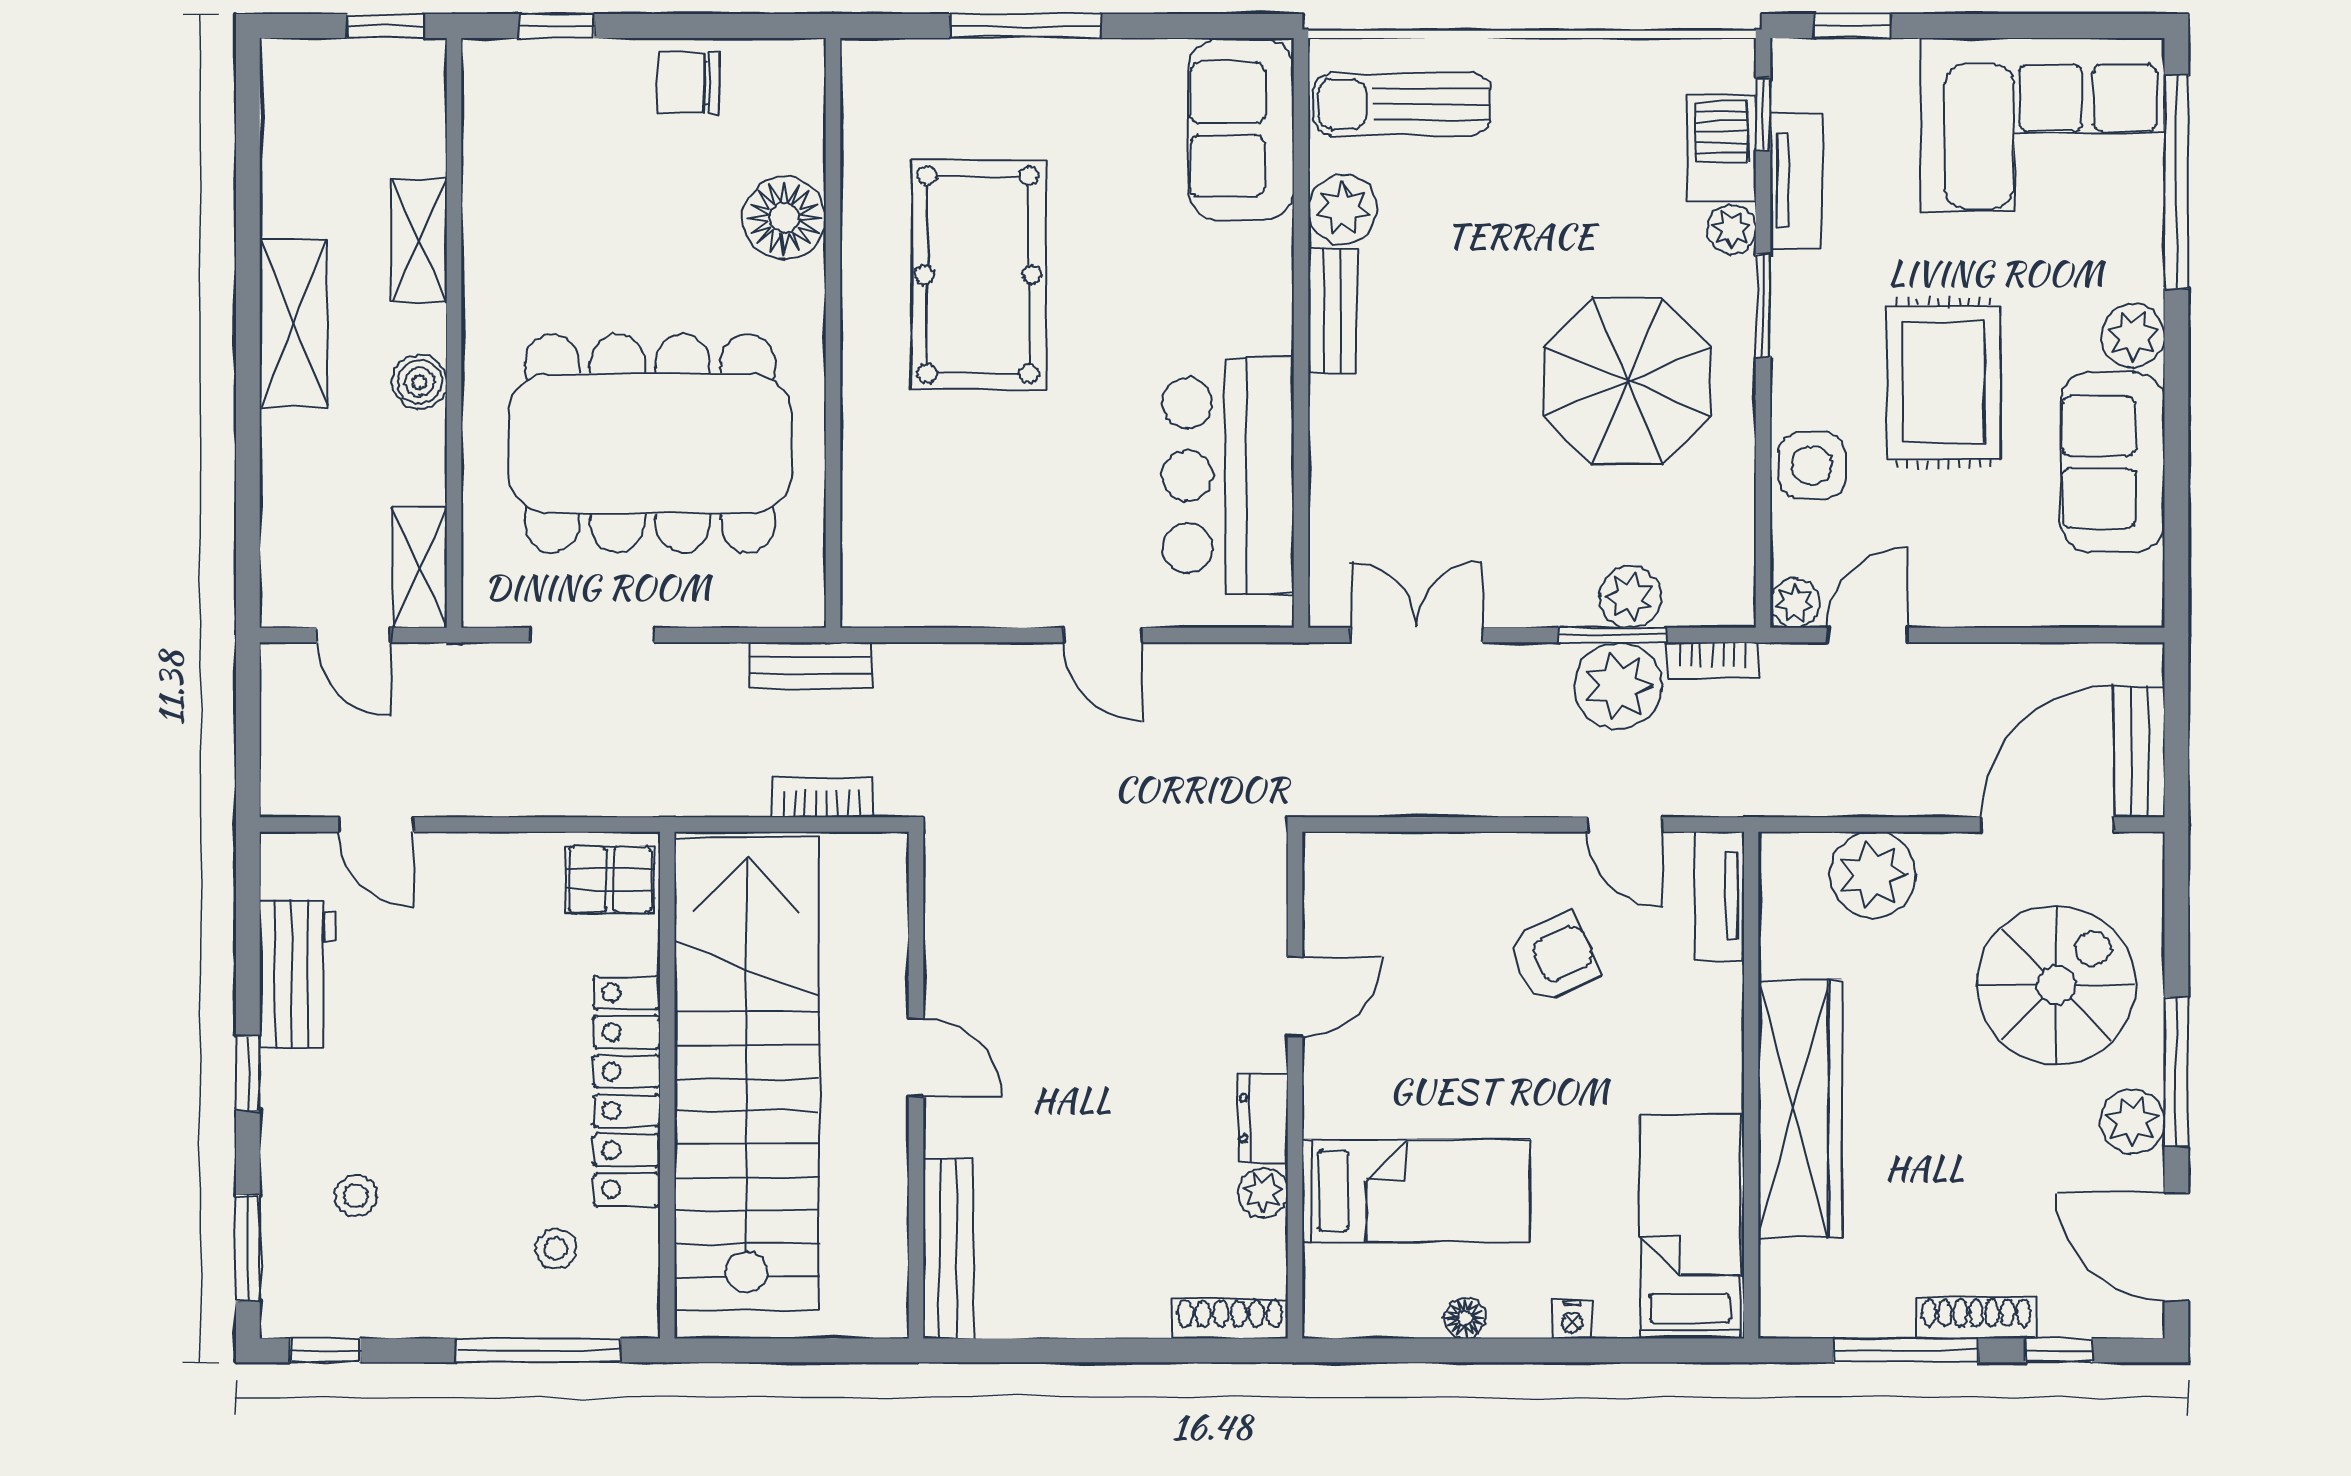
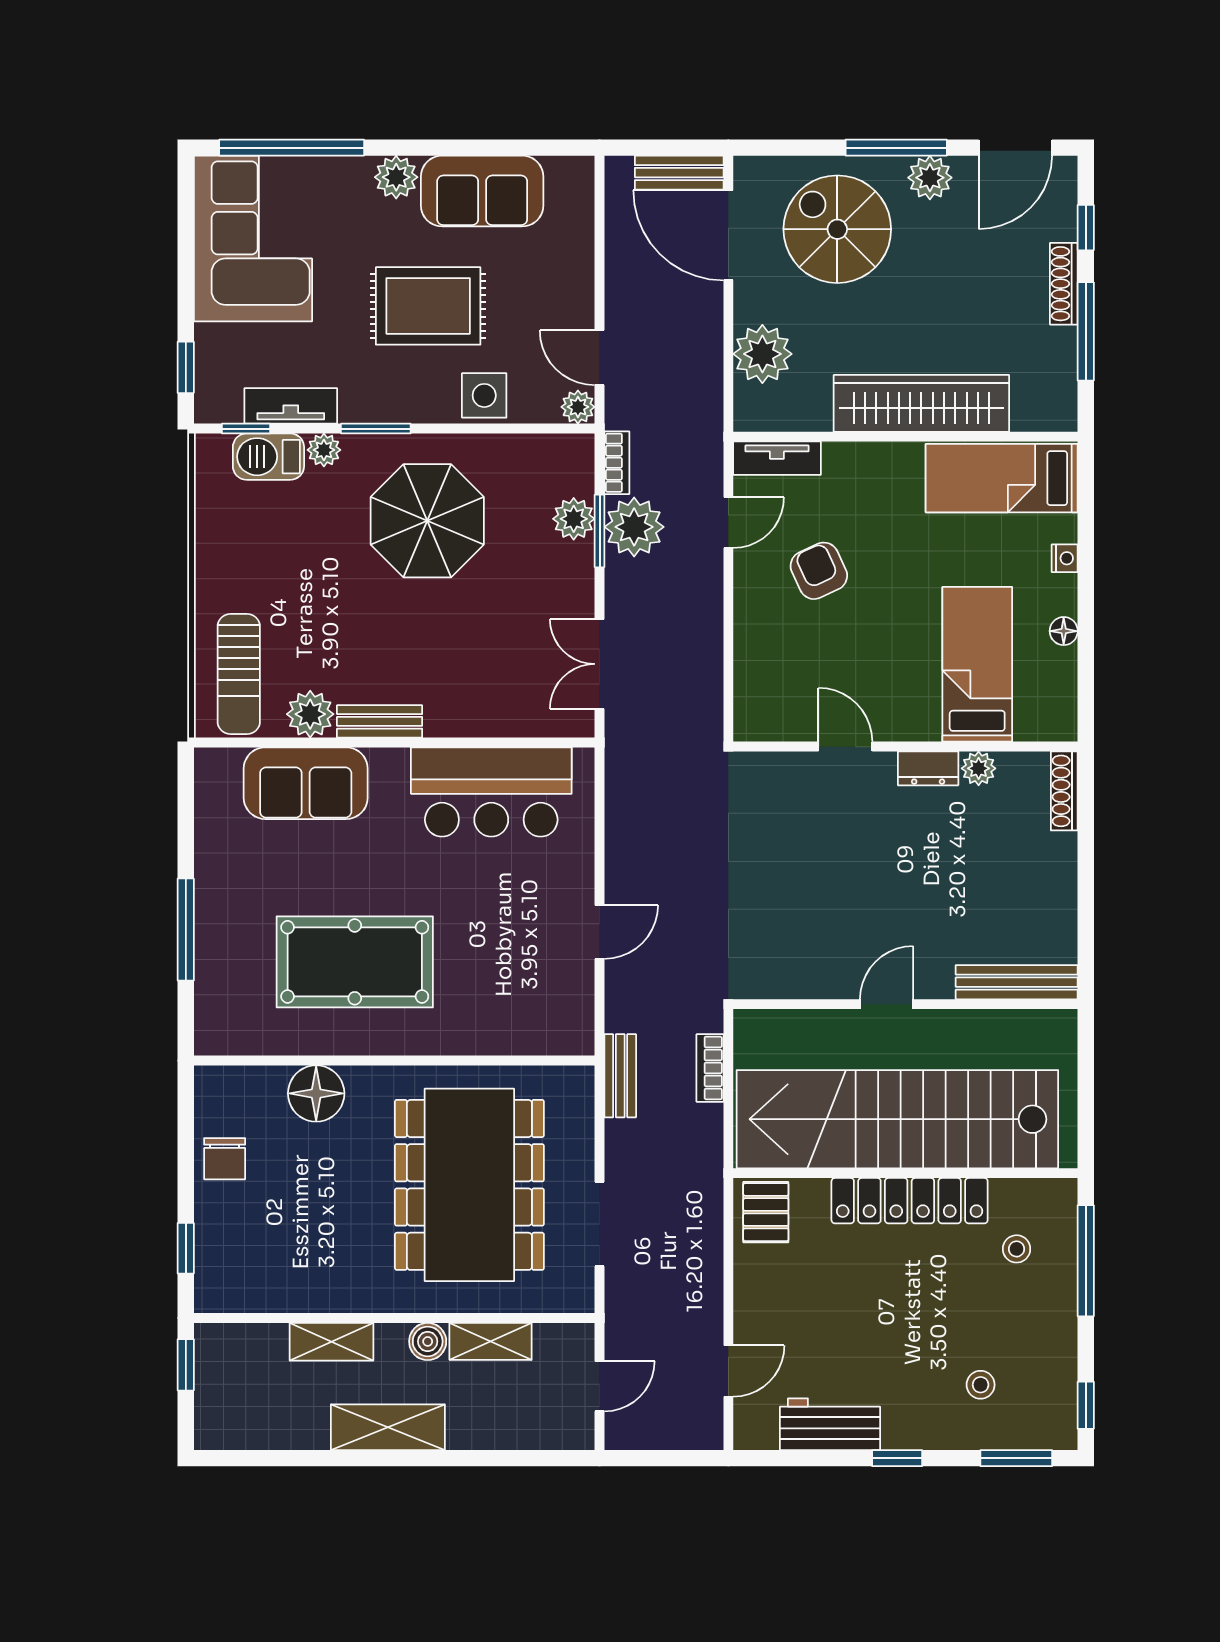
sofa: (1241, 129) -> (306, 783), moved
shelving: (420, 567) -> (491, 1341), moved
door: (1103, 635) -> (600, 932), moved

